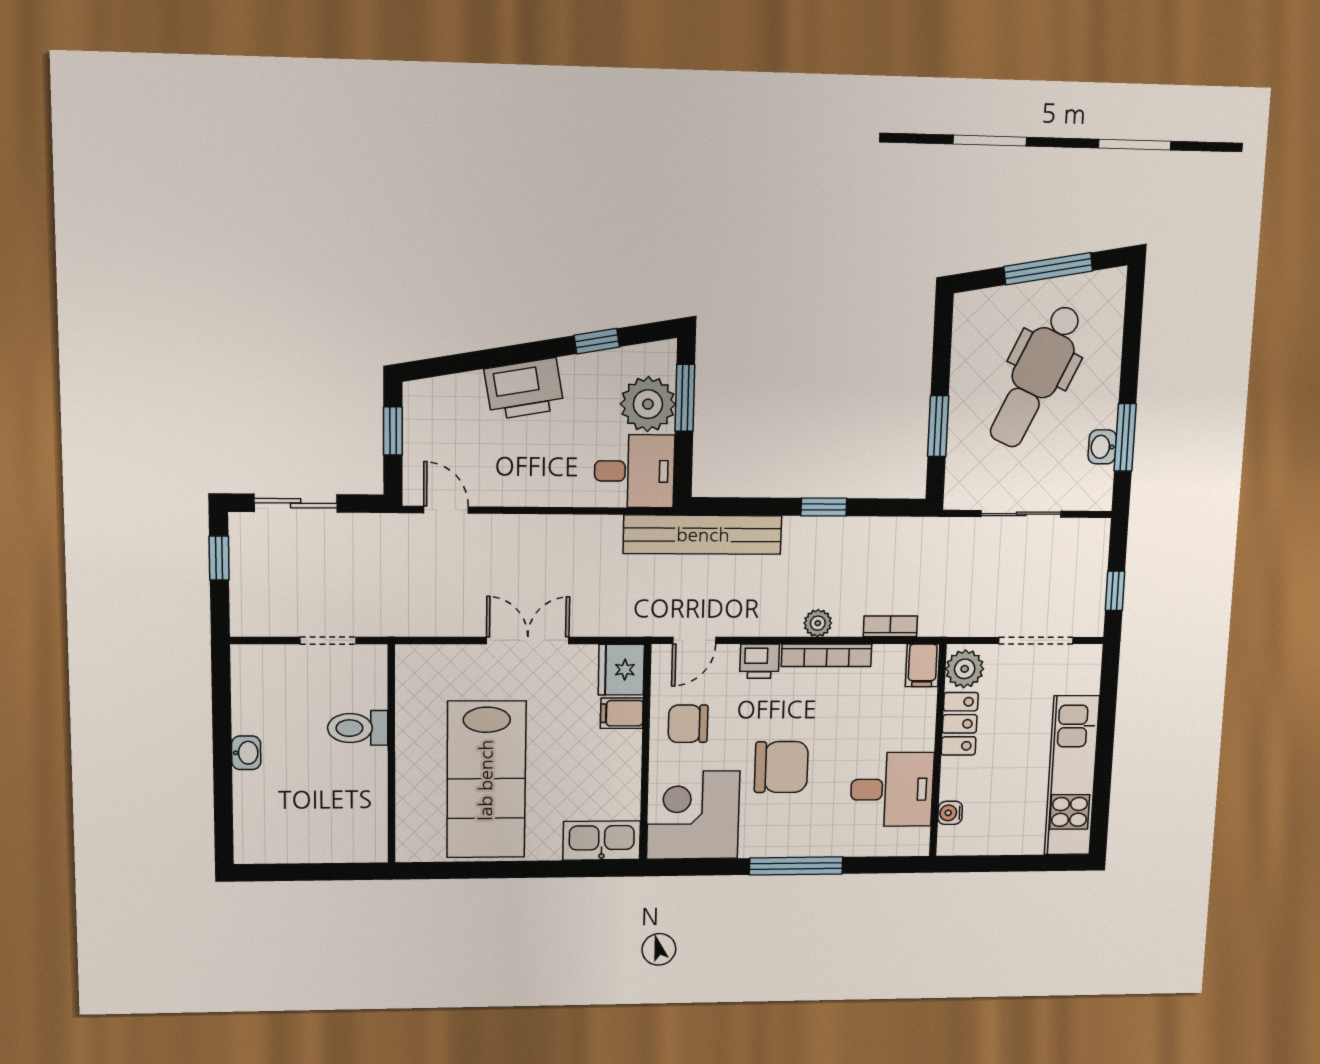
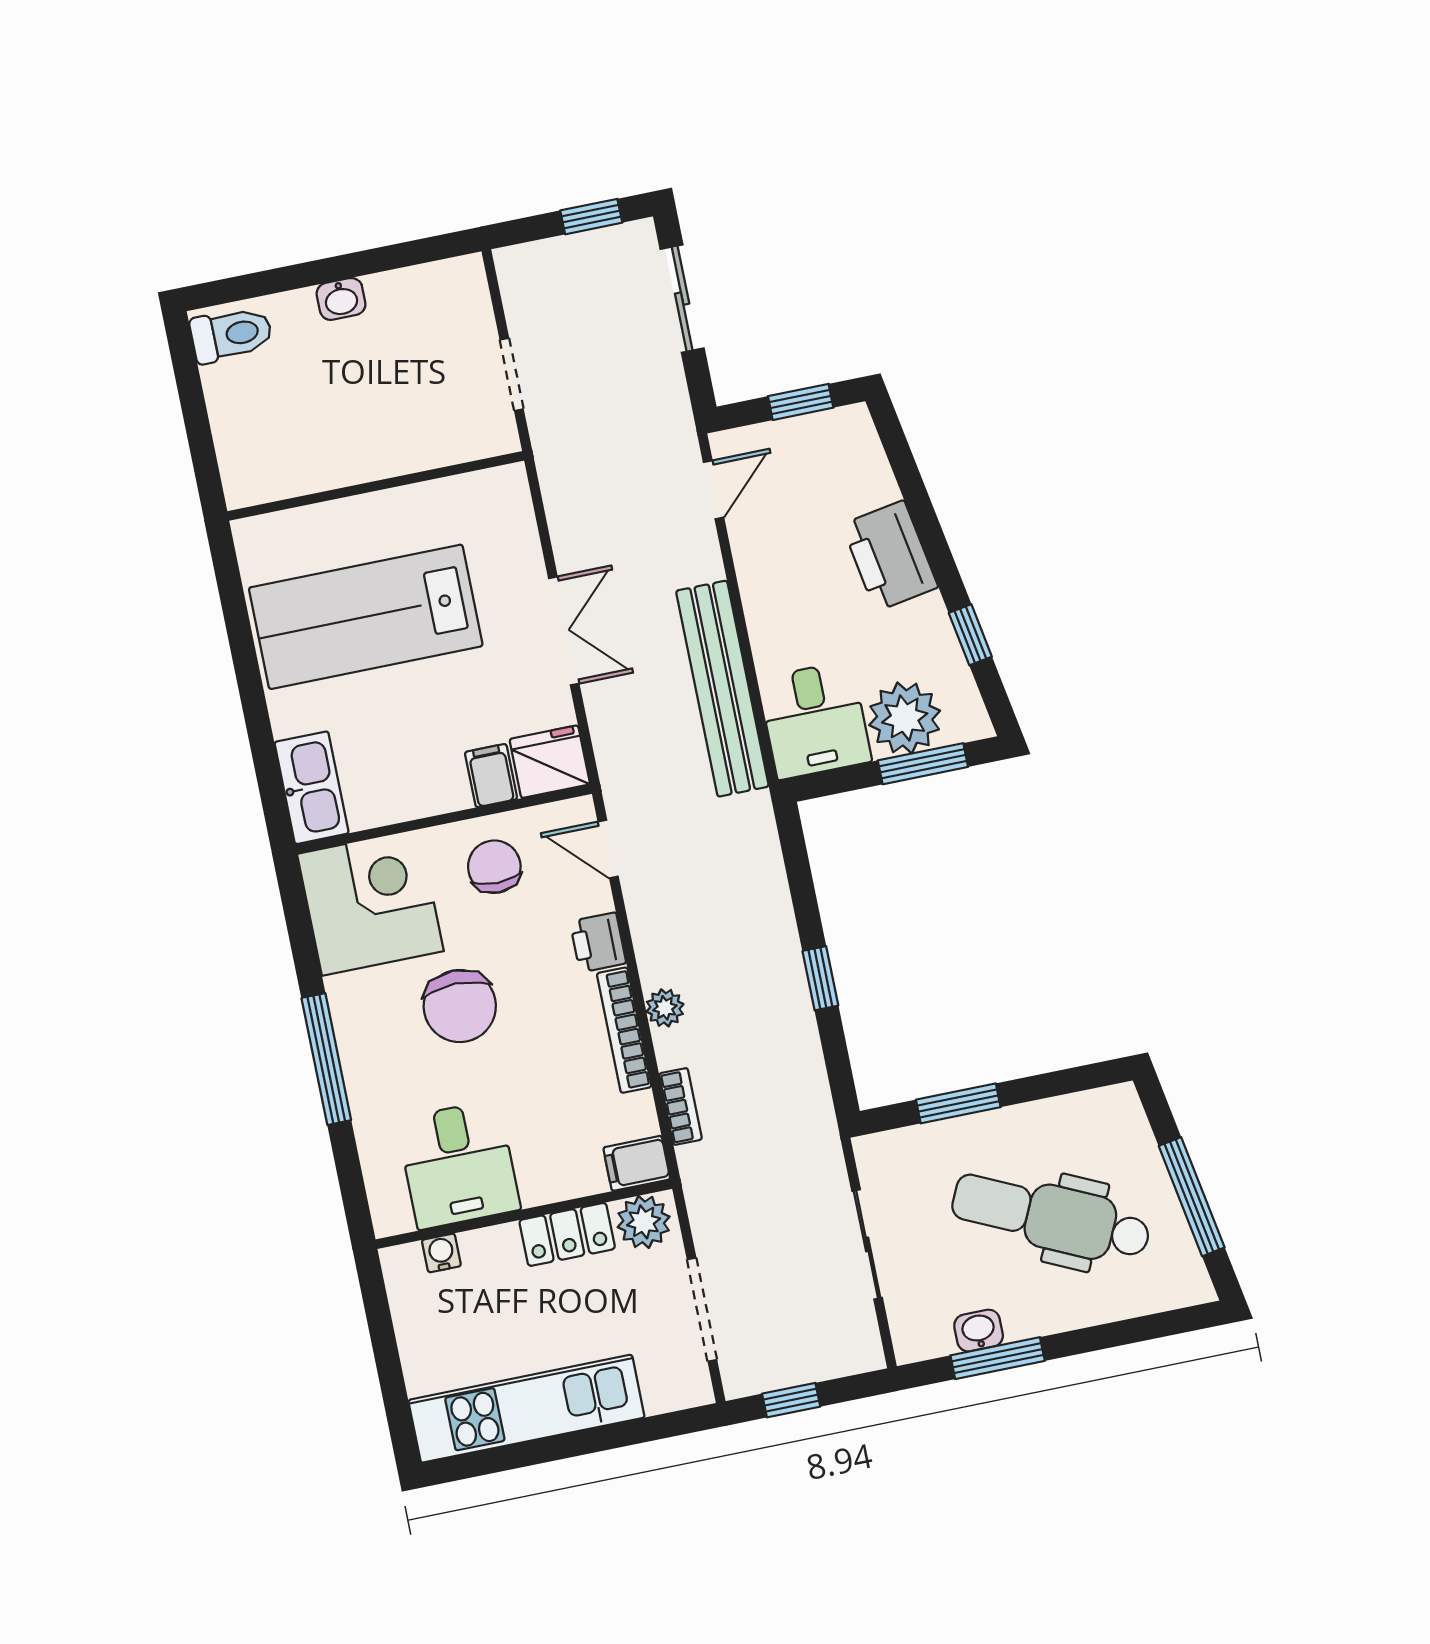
bench: (703, 535) -> (722, 689), moved
toilet: (358, 728) -> (231, 335), moved, turned 90

